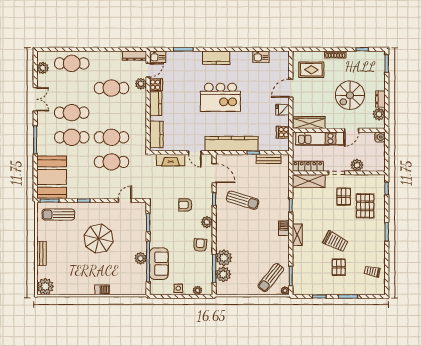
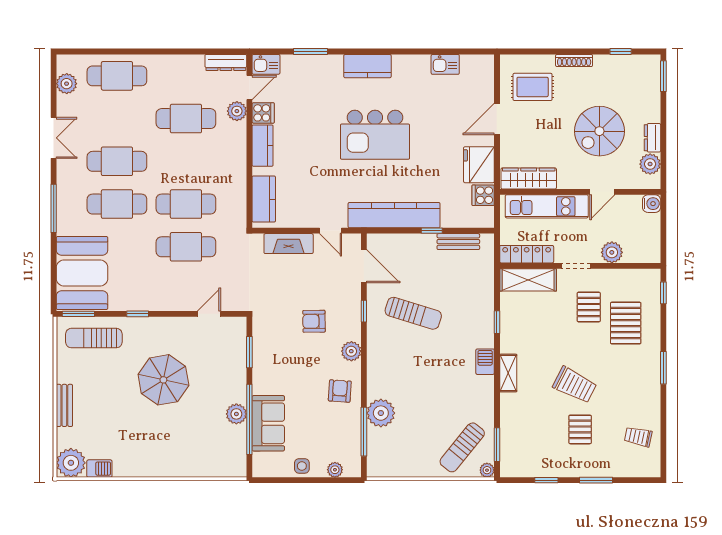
fridge: (283, 110) -> (479, 165), width x1.88, depth x1.34
plant: (223, 274) -> (380, 442), removed
barbecue: (102, 290) -> (99, 469), moved

